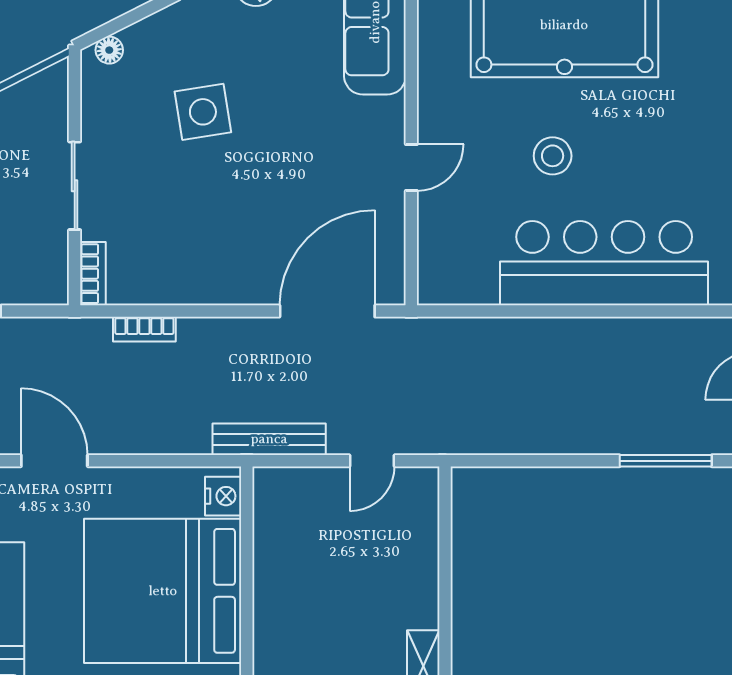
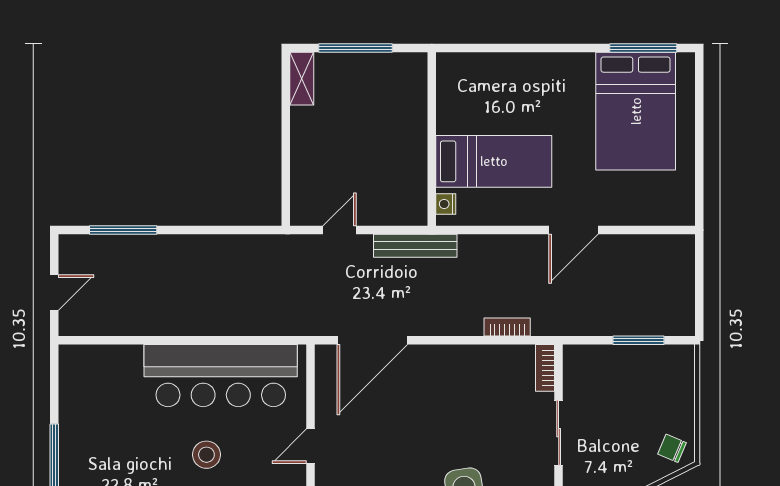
bar counter: (604, 263) -> (221, 376), moved
door: (54, 461) -> (573, 230), hinge flipped
nightstand: (223, 496) -> (446, 204), width x0.72, depth x0.74
bed: (163, 591) -> (494, 161), width x0.49

